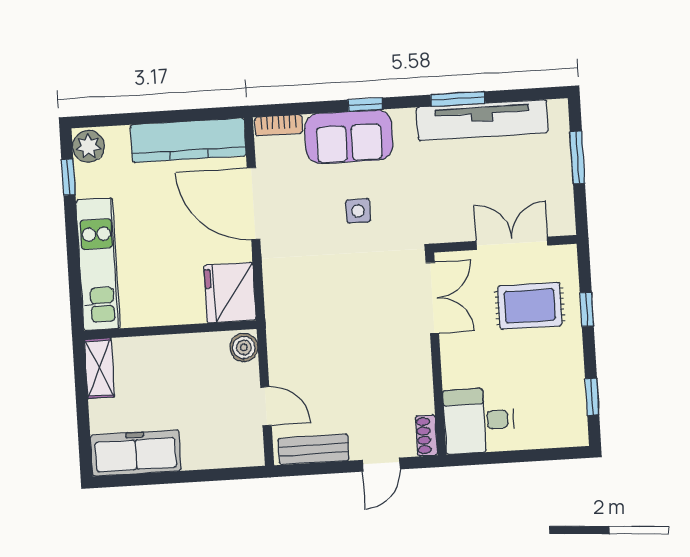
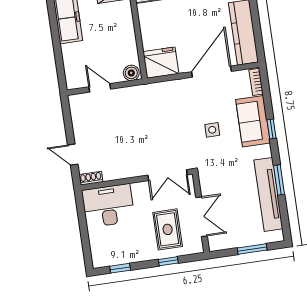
door: (266, 406) -> (100, 88), swing flipped
desk: (479, 421) -> (108, 206), width x1.37
bench: (314, 449) -> (78, 116), removed

